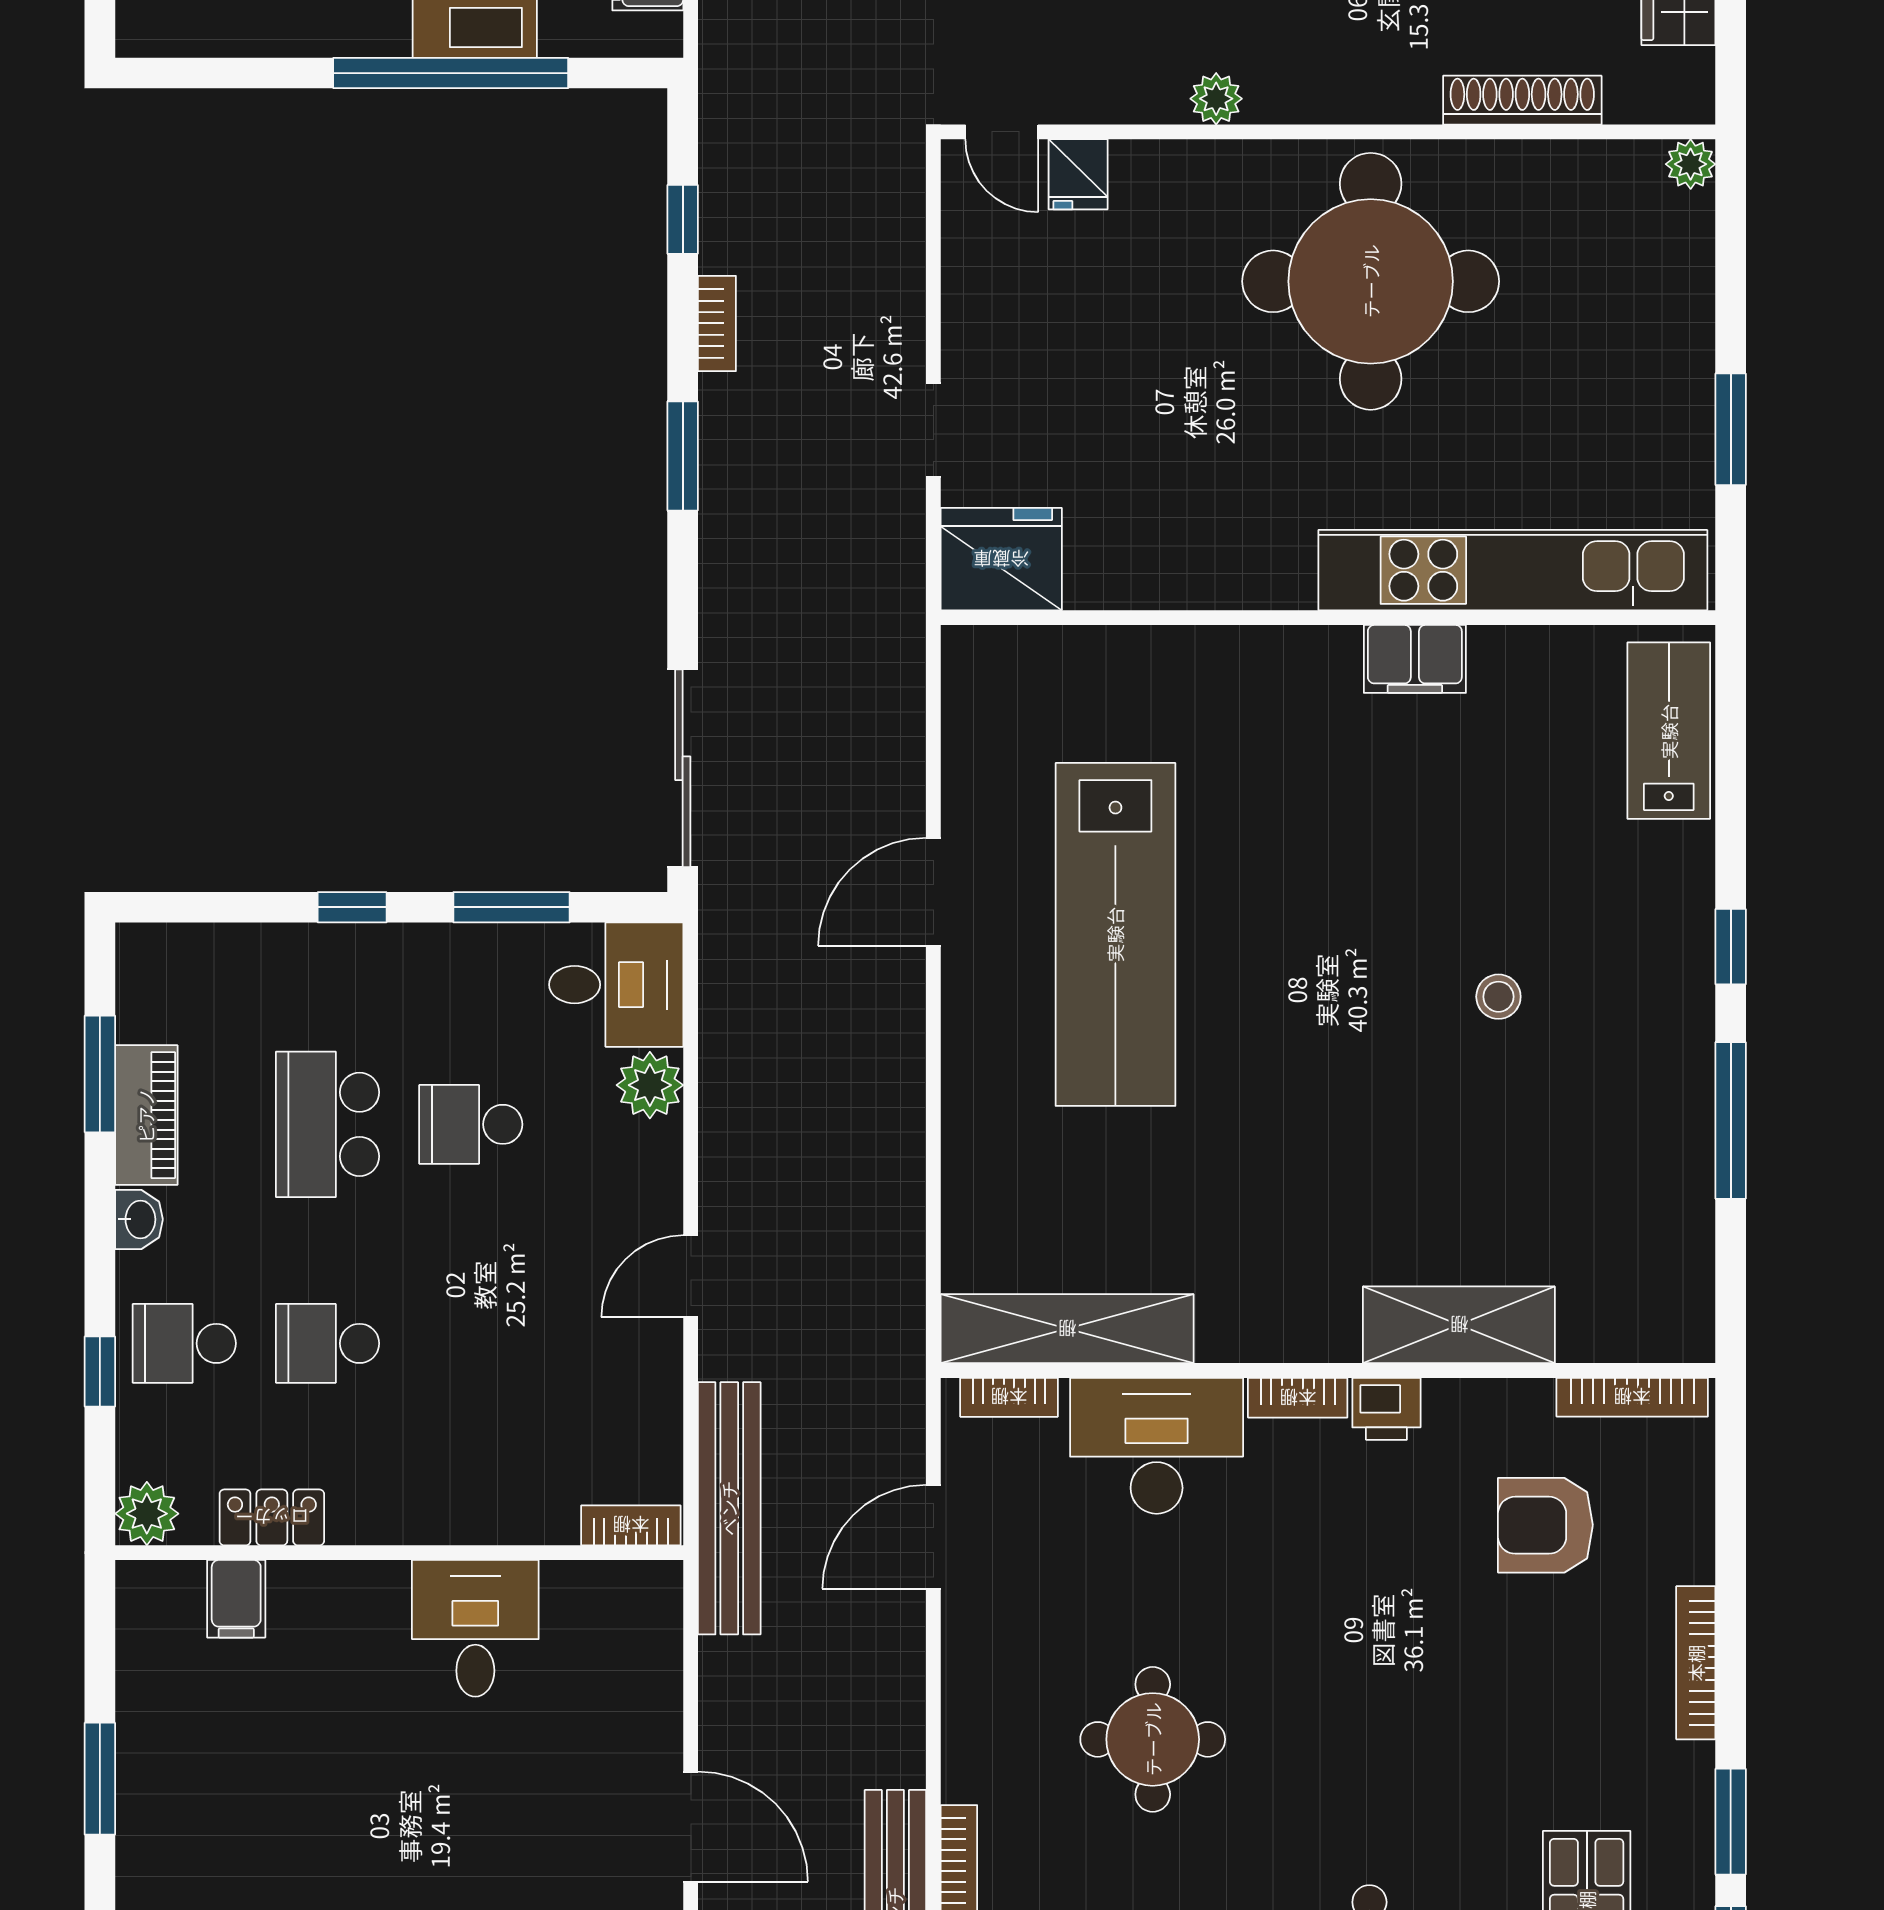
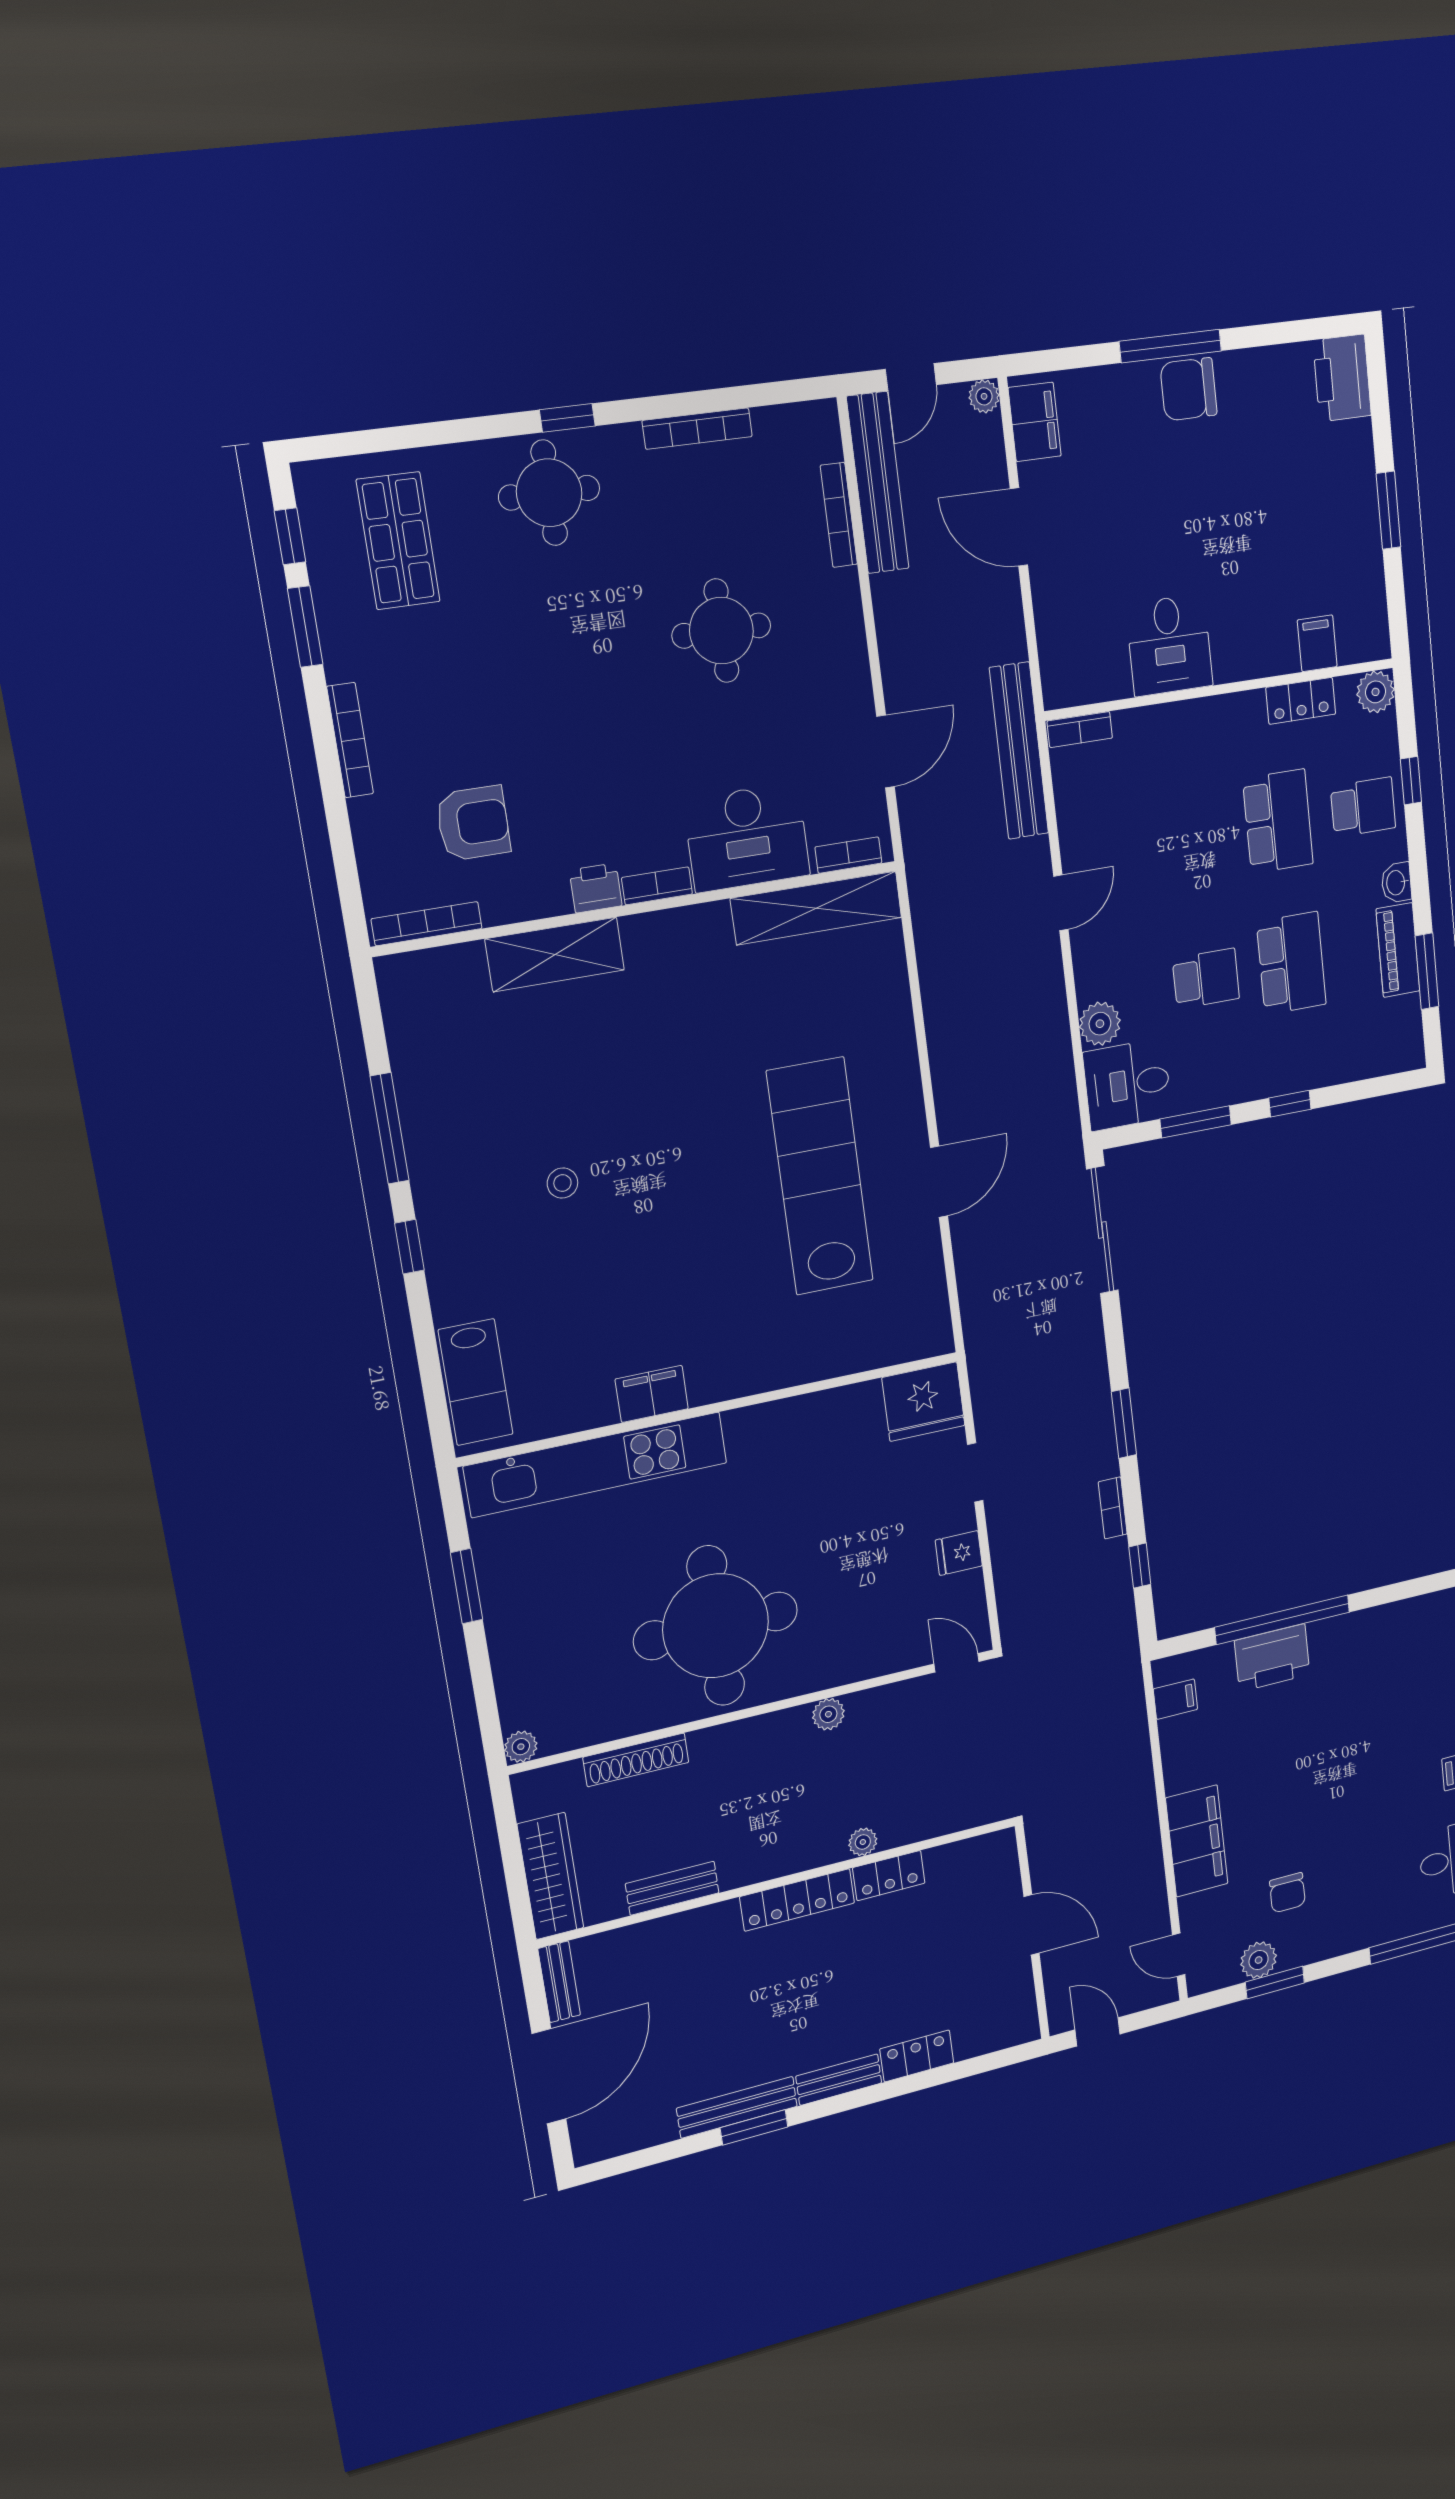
fridge: (1078, 174) -> (959, 1553), moved, turned -90
school desk: (328, 1343) -> (1278, 821), width x1.85

